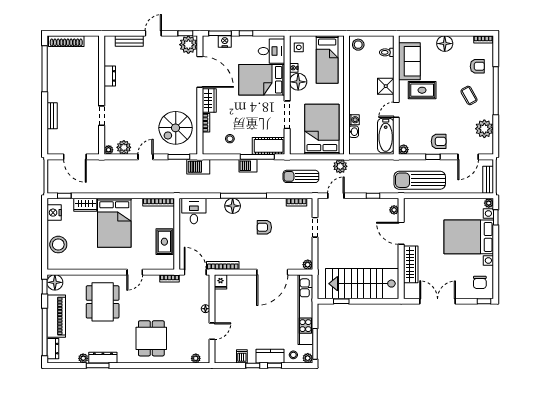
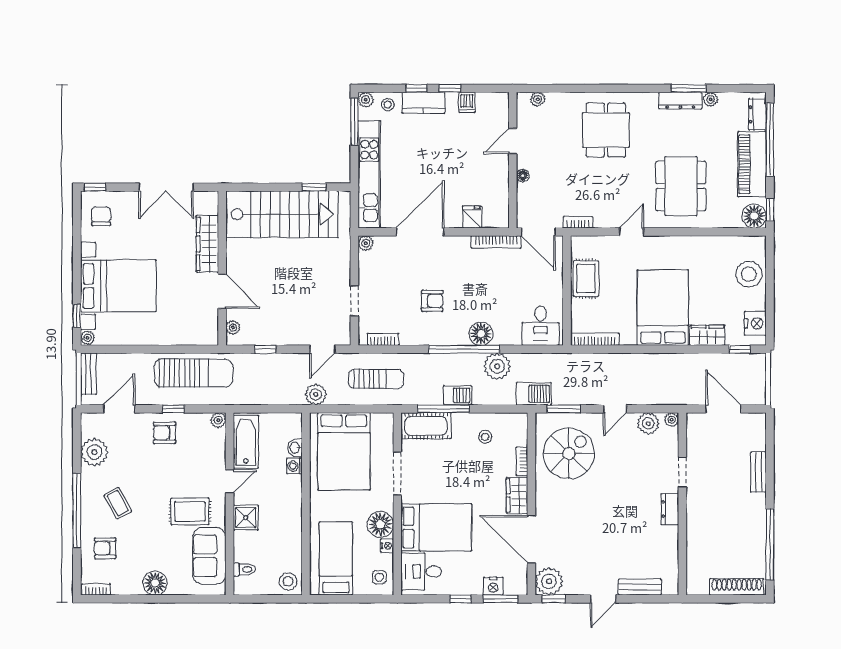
dresser: (110, 76) -> (670, 509), moved
plant: (222, 185) -> (497, 366), added
fridge: (220, 282) -> (472, 217), moved

